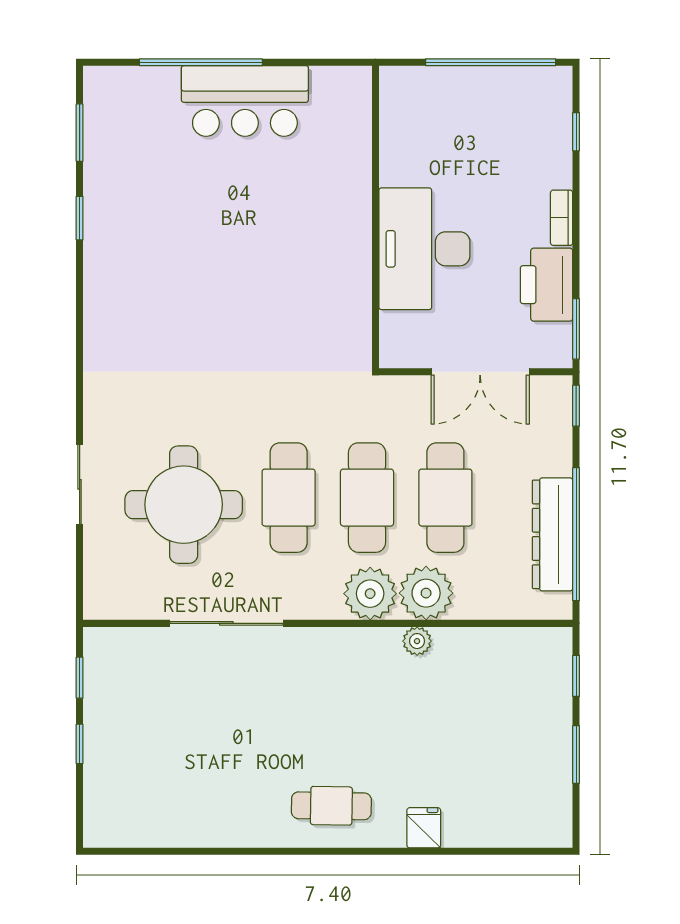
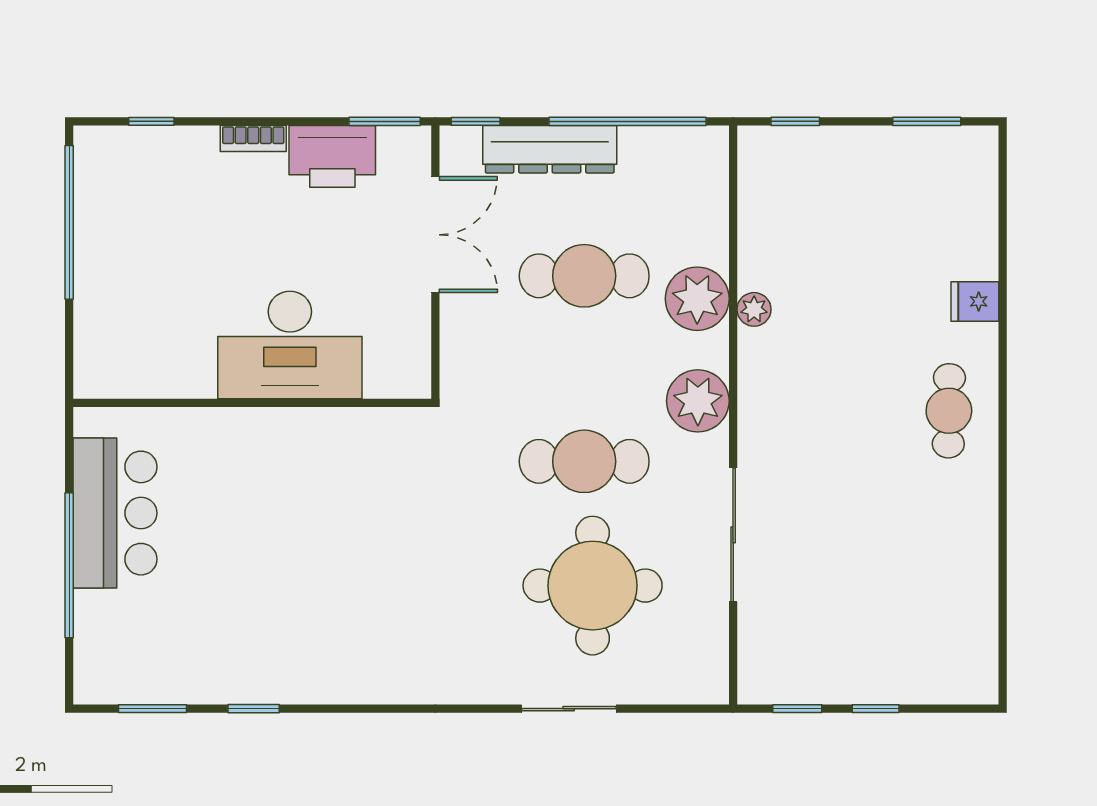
wall: (375, 217) -> (252, 403), moved
desk: (424, 249) -> (290, 345), moved
cafe table: (367, 498) -> (584, 369), removed
dresser: (552, 534) -> (550, 149), moved
plant: (370, 594) -> (698, 401), moved
window: (576, 754) -> (927, 121), moved

